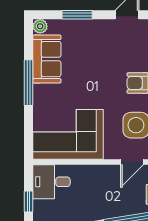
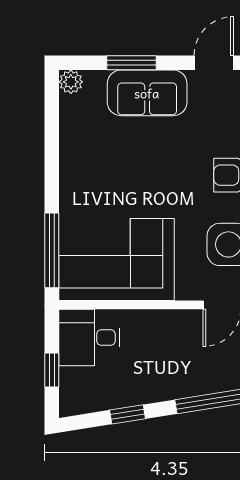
sofa: (47, 59) -> (147, 93), moved, turned 90
window: (29, 83) -> (52, 250), moved

